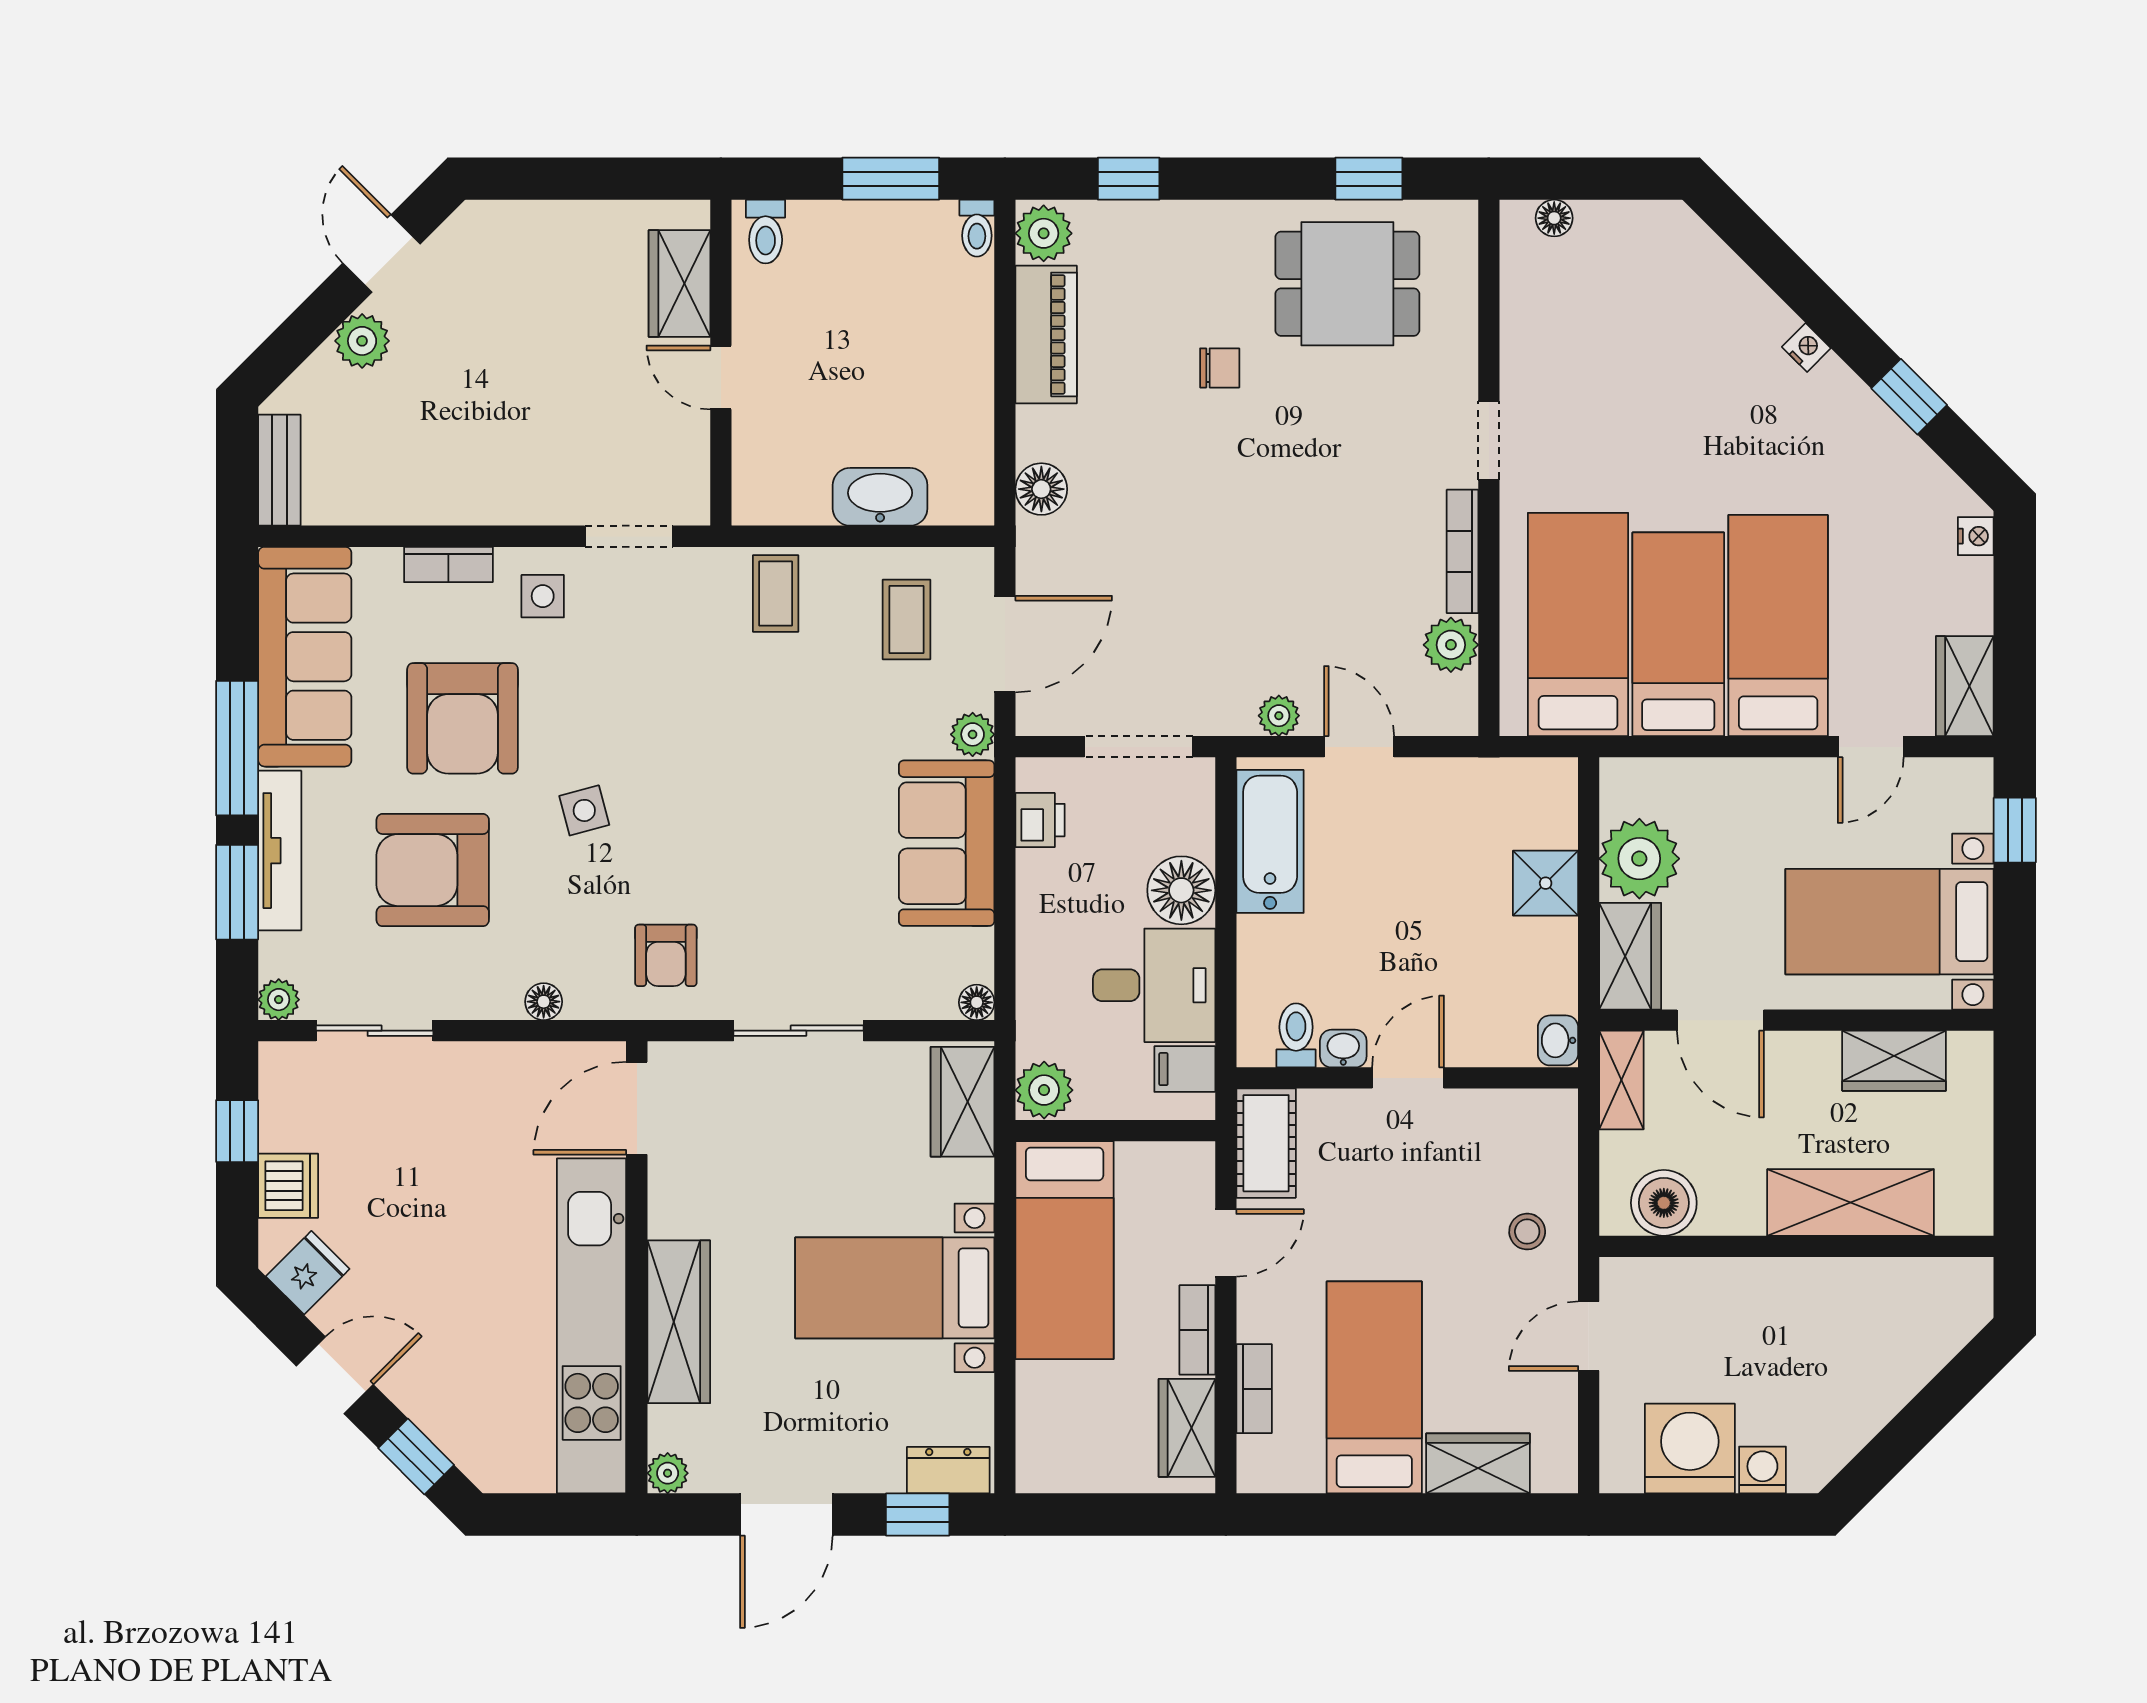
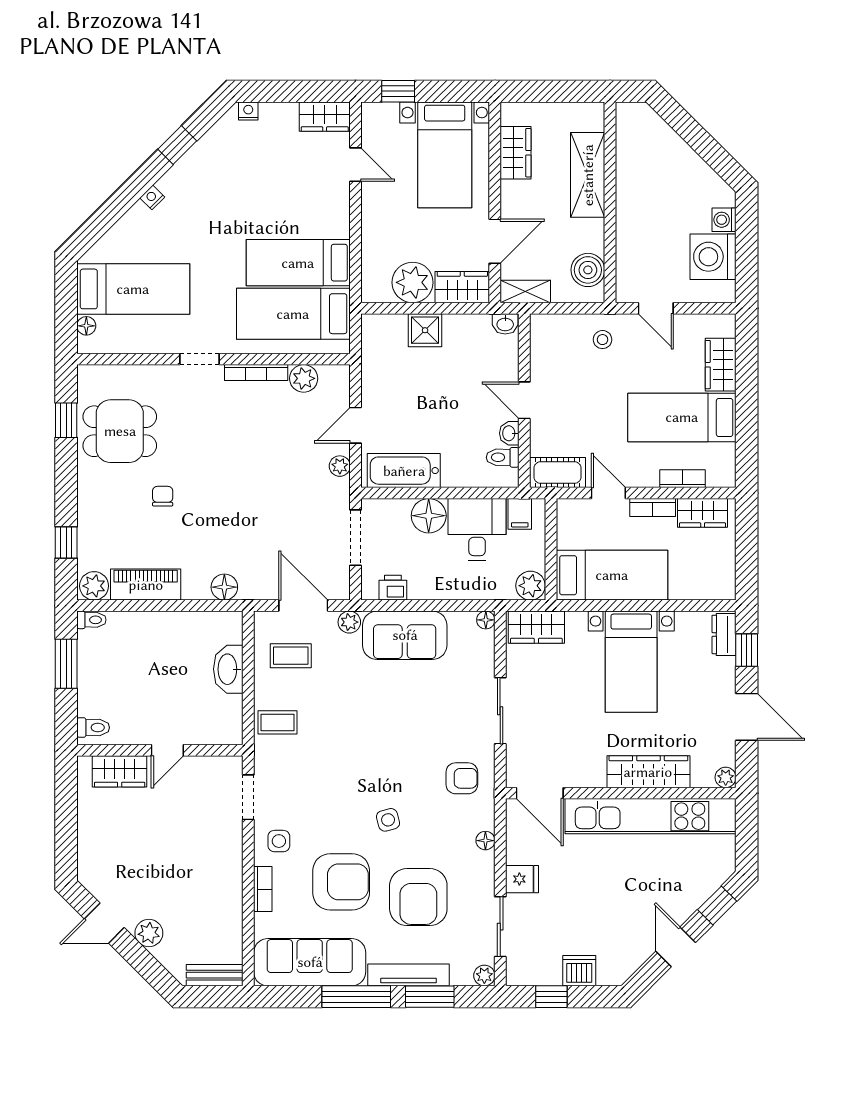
dining table: (1347, 284) -> (120, 431), turned 90
bed: (1778, 626) -> (133, 289), moved, turned 180
fridge: (308, 1273) -> (522, 879), moved, turned 135

